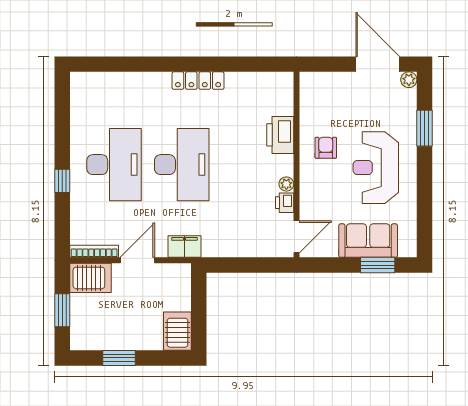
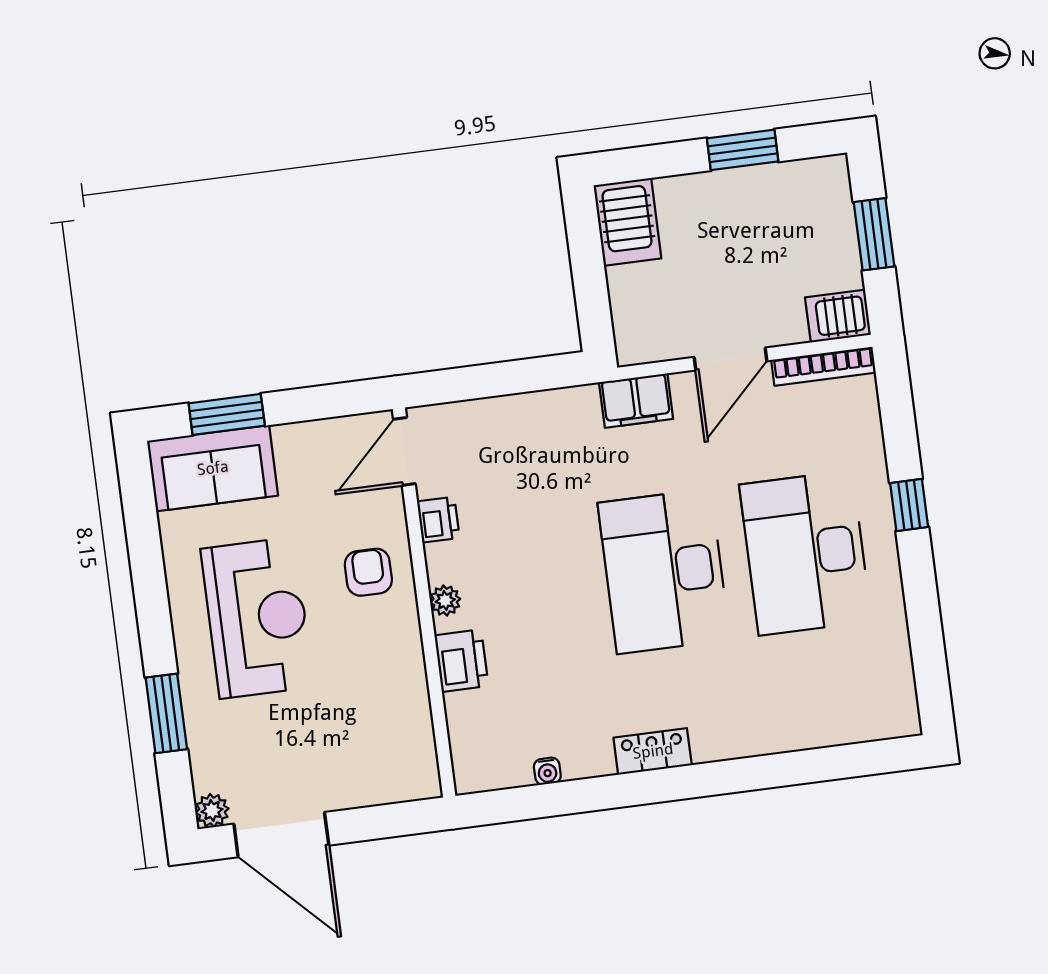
water cooler: (249, 78) -> (547, 771), added
locker: (198, 81) -> (653, 751), width x0.66
printer: (280, 135) -> (461, 661), width x0.73, depth x0.84
armchair: (326, 148) -> (368, 572), moved, turned 180
plant: (286, 184) -> (445, 601), moved
sofa: (368, 241) -> (213, 468), moved
server rack: (91, 278) -> (838, 316), width x0.73, depth x0.70

